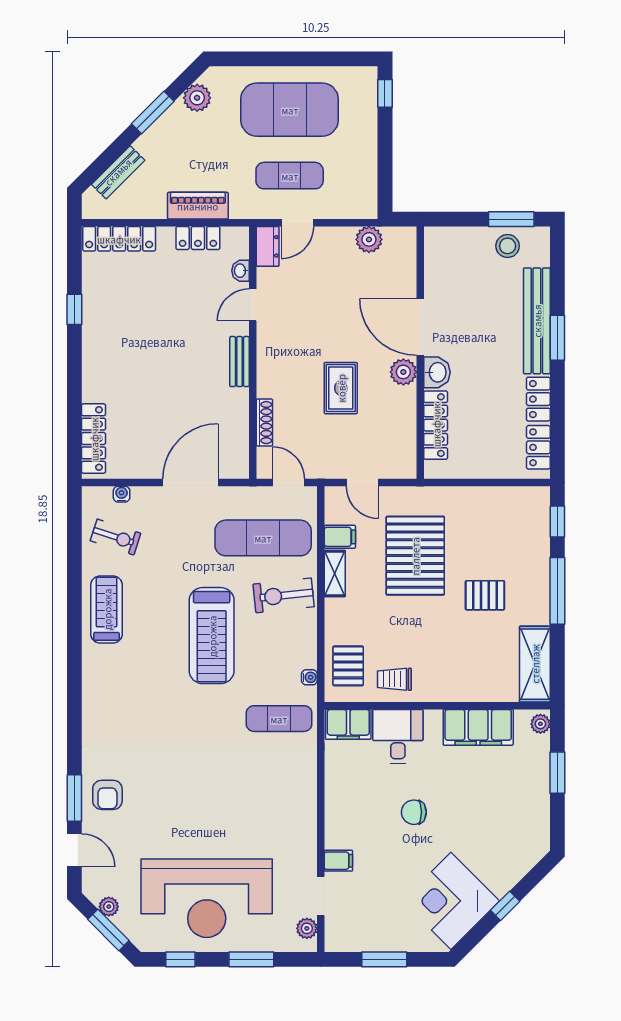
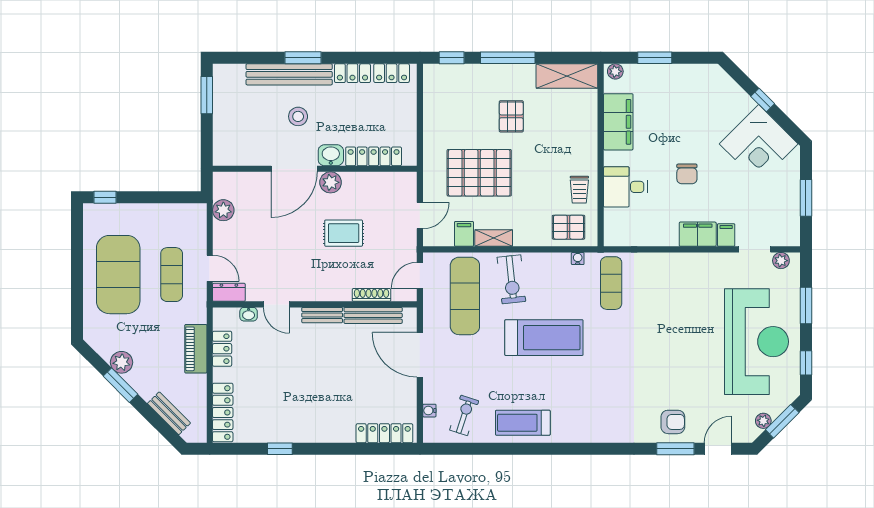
plant: (197, 98) -> (122, 362), moved
stool: (508, 246) -> (298, 116), moved
bench: (239, 425) -> (373, 315), added
filing cabinet: (348, 724) -> (698, 234), moved, turned -90

